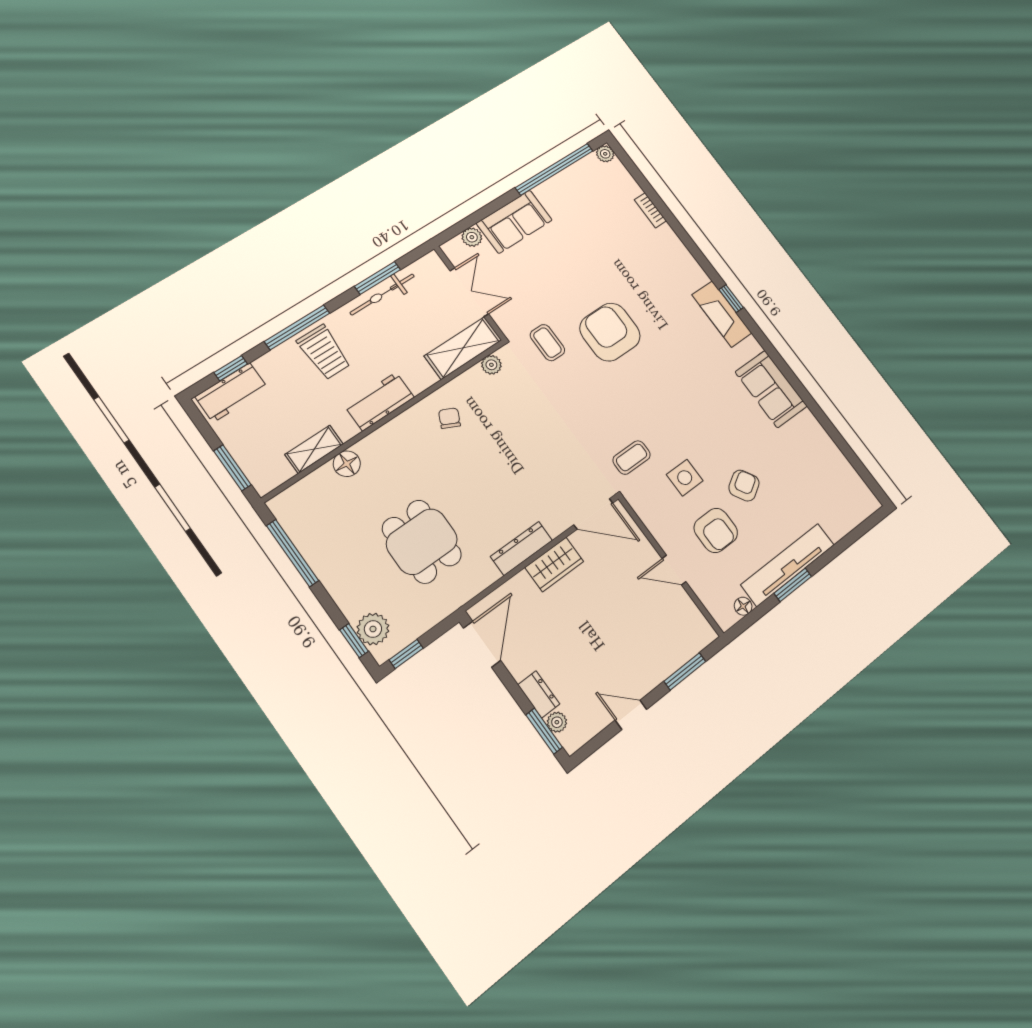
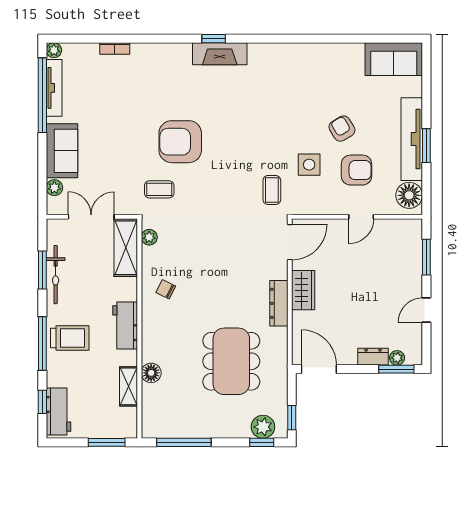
tv unit: (570, 176) -> (54, 88), added
sofa: (771, 389) -> (394, 59), moved
dining table: (422, 542) -> (231, 361), width x1.38
floor lamp: (743, 606) -> (409, 195), width x1.89, depth x1.89

